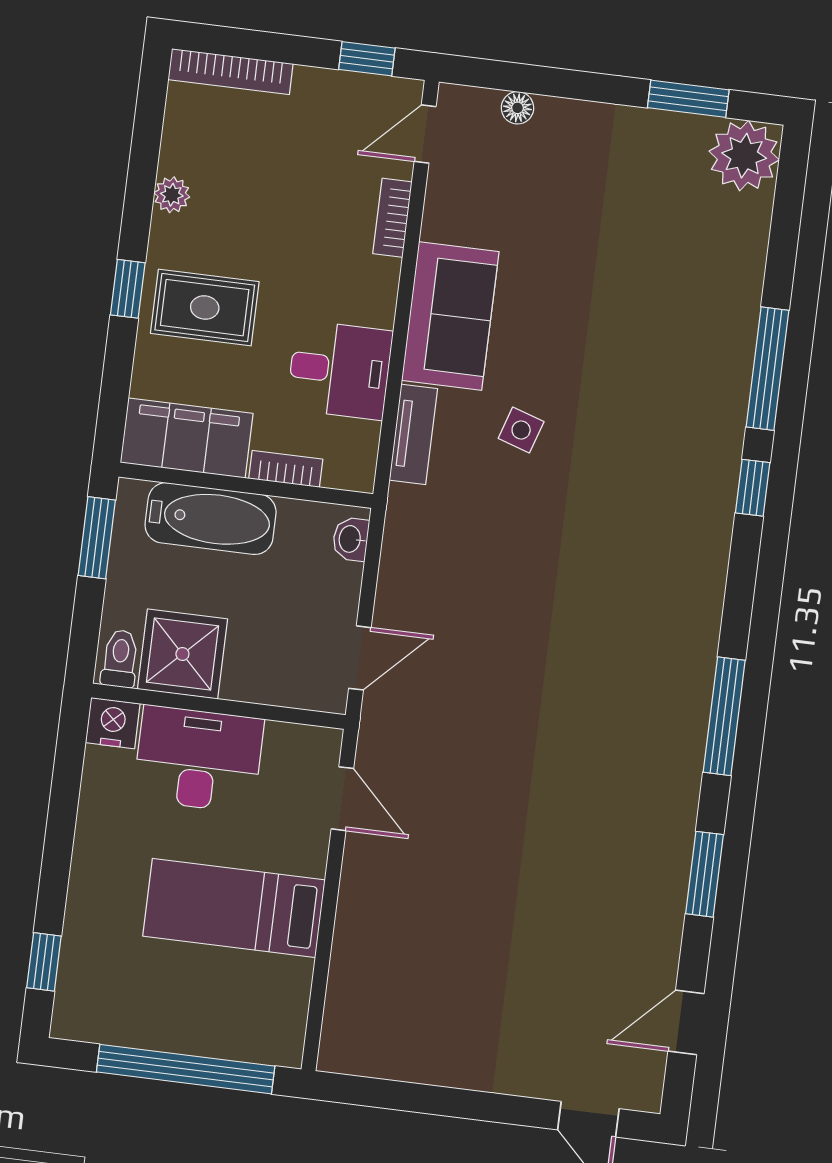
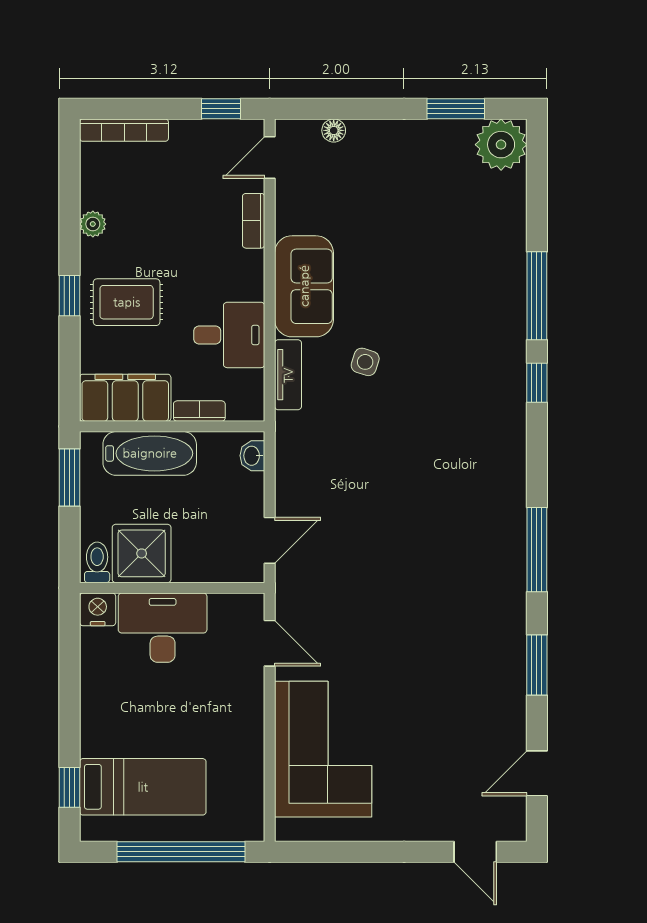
bed: (234, 908) -> (143, 787), moved, turned 180
corner sofa: (398, 953) -> (323, 749), added

